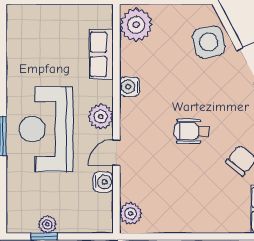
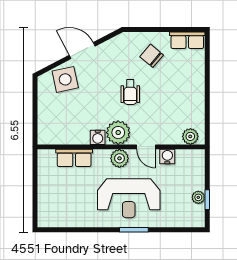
plant: (136, 25) -> (118, 133), moved

